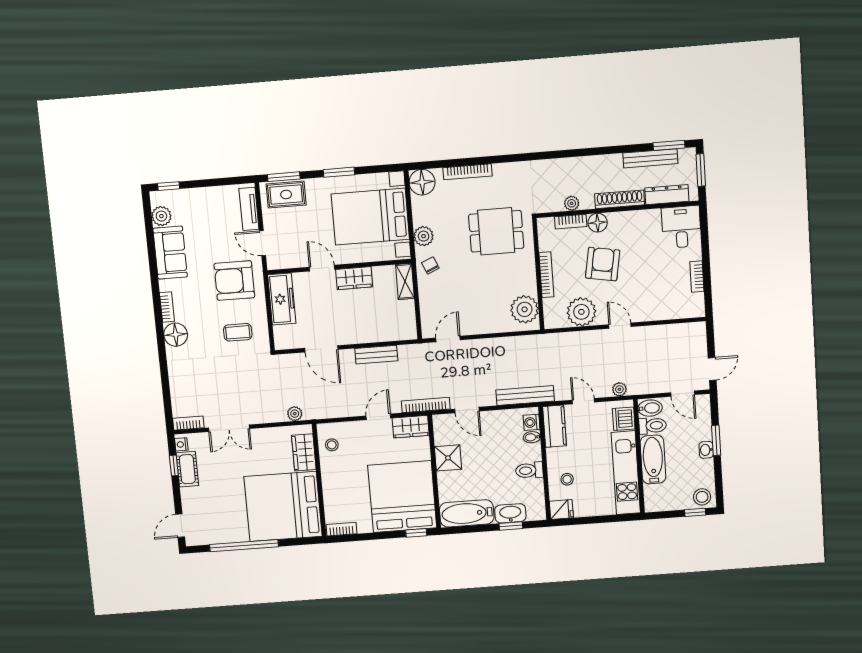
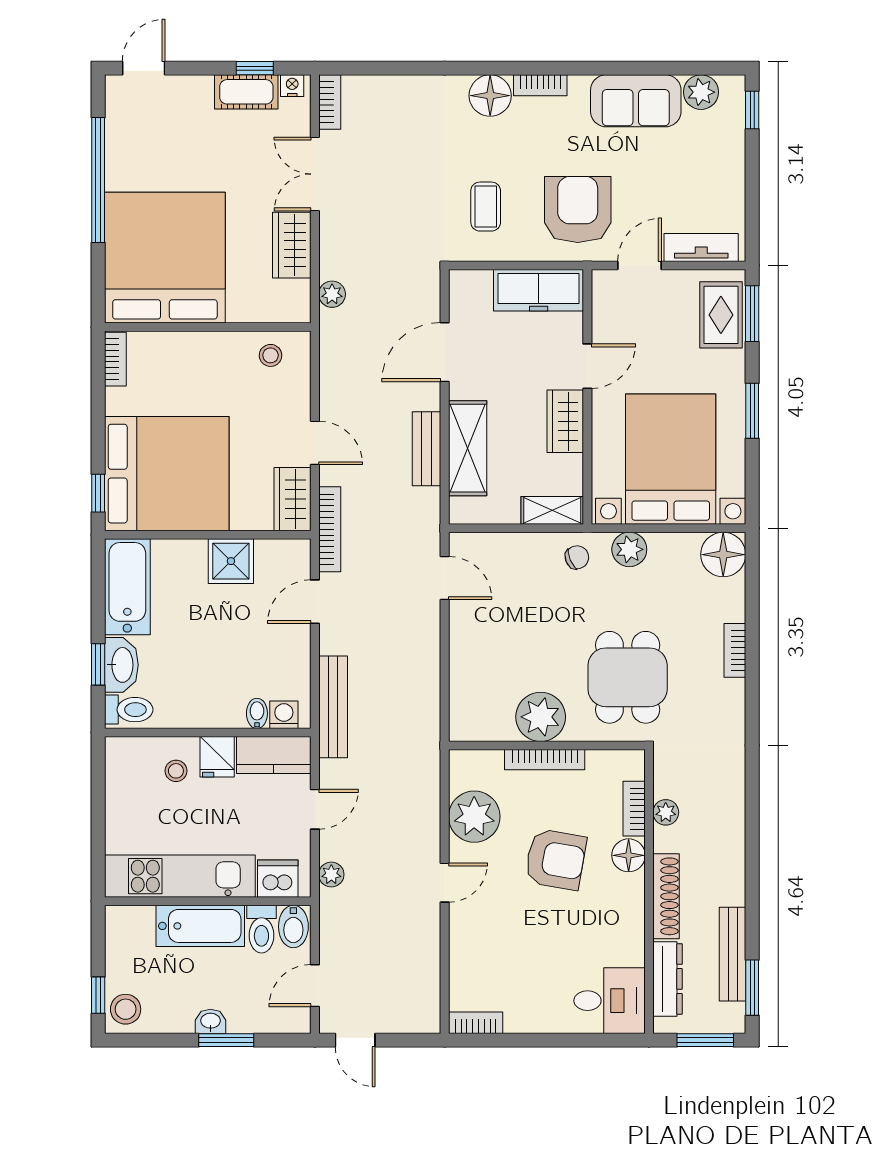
bookcase: (468, 172) -> (735, 650), width x0.64
bookcase: (697, 277) -> (476, 1023), moved
plant: (525, 309) -> (541, 717), moved
shelving: (374, 332) -> (468, 448), added
wardrobe: (304, 452) -> (292, 245), moved, turned -90
toilet: (529, 470) -> (129, 710), moved, turned 90
fridge: (561, 509) -> (217, 757), moved
door: (180, 526) -> (144, 68), hinge flipped

